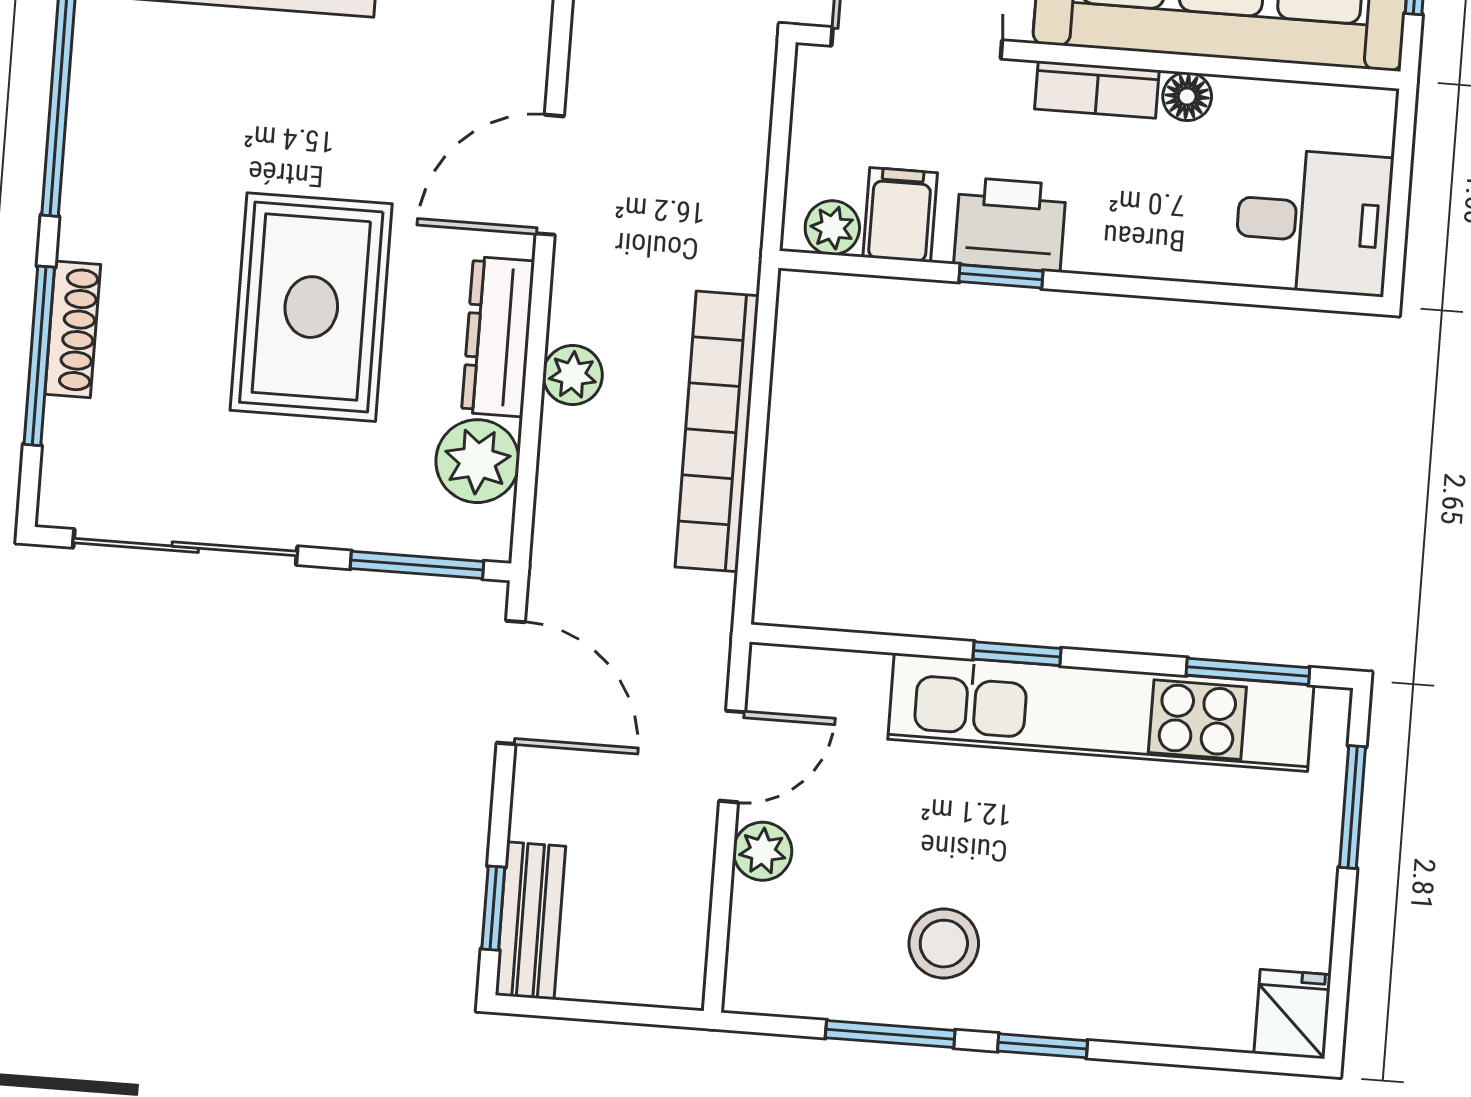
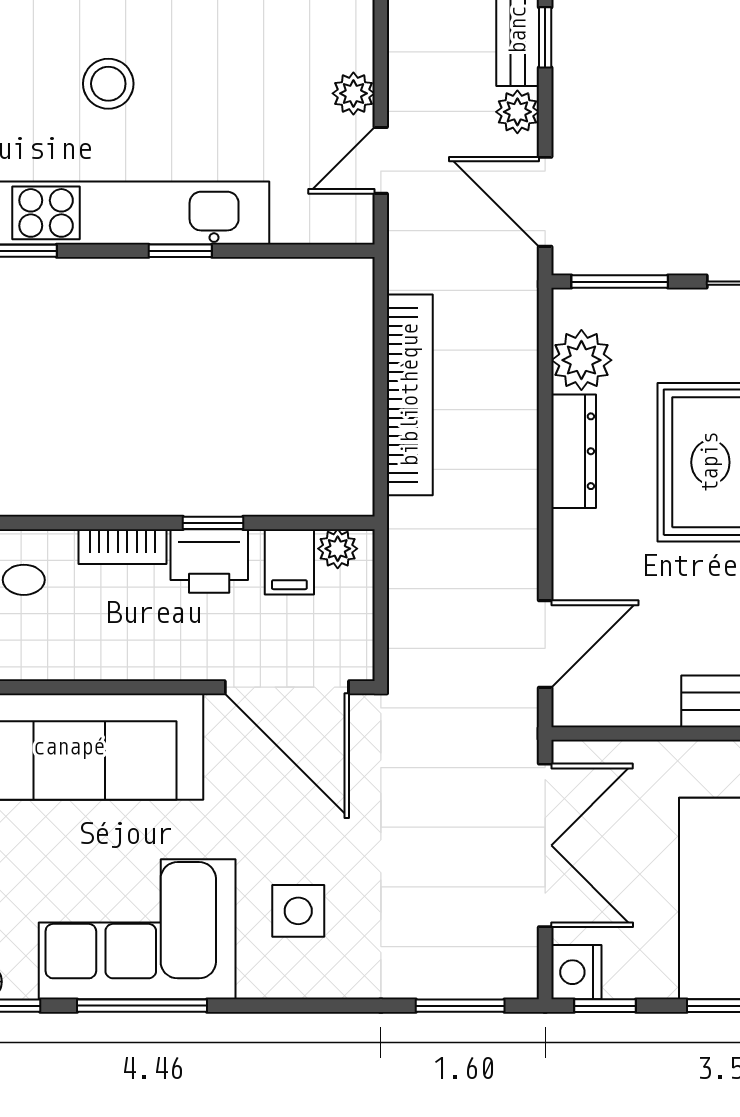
bookcase: (1097, 90) -> (122, 547), moved, turned 180
floor lamp: (1187, 97) -> (88, 663), removed
door: (550, 175) -> (545, 644), moved
plant: (573, 375) -> (517, 112), moved
stool: (944, 944) -> (108, 84), moved

